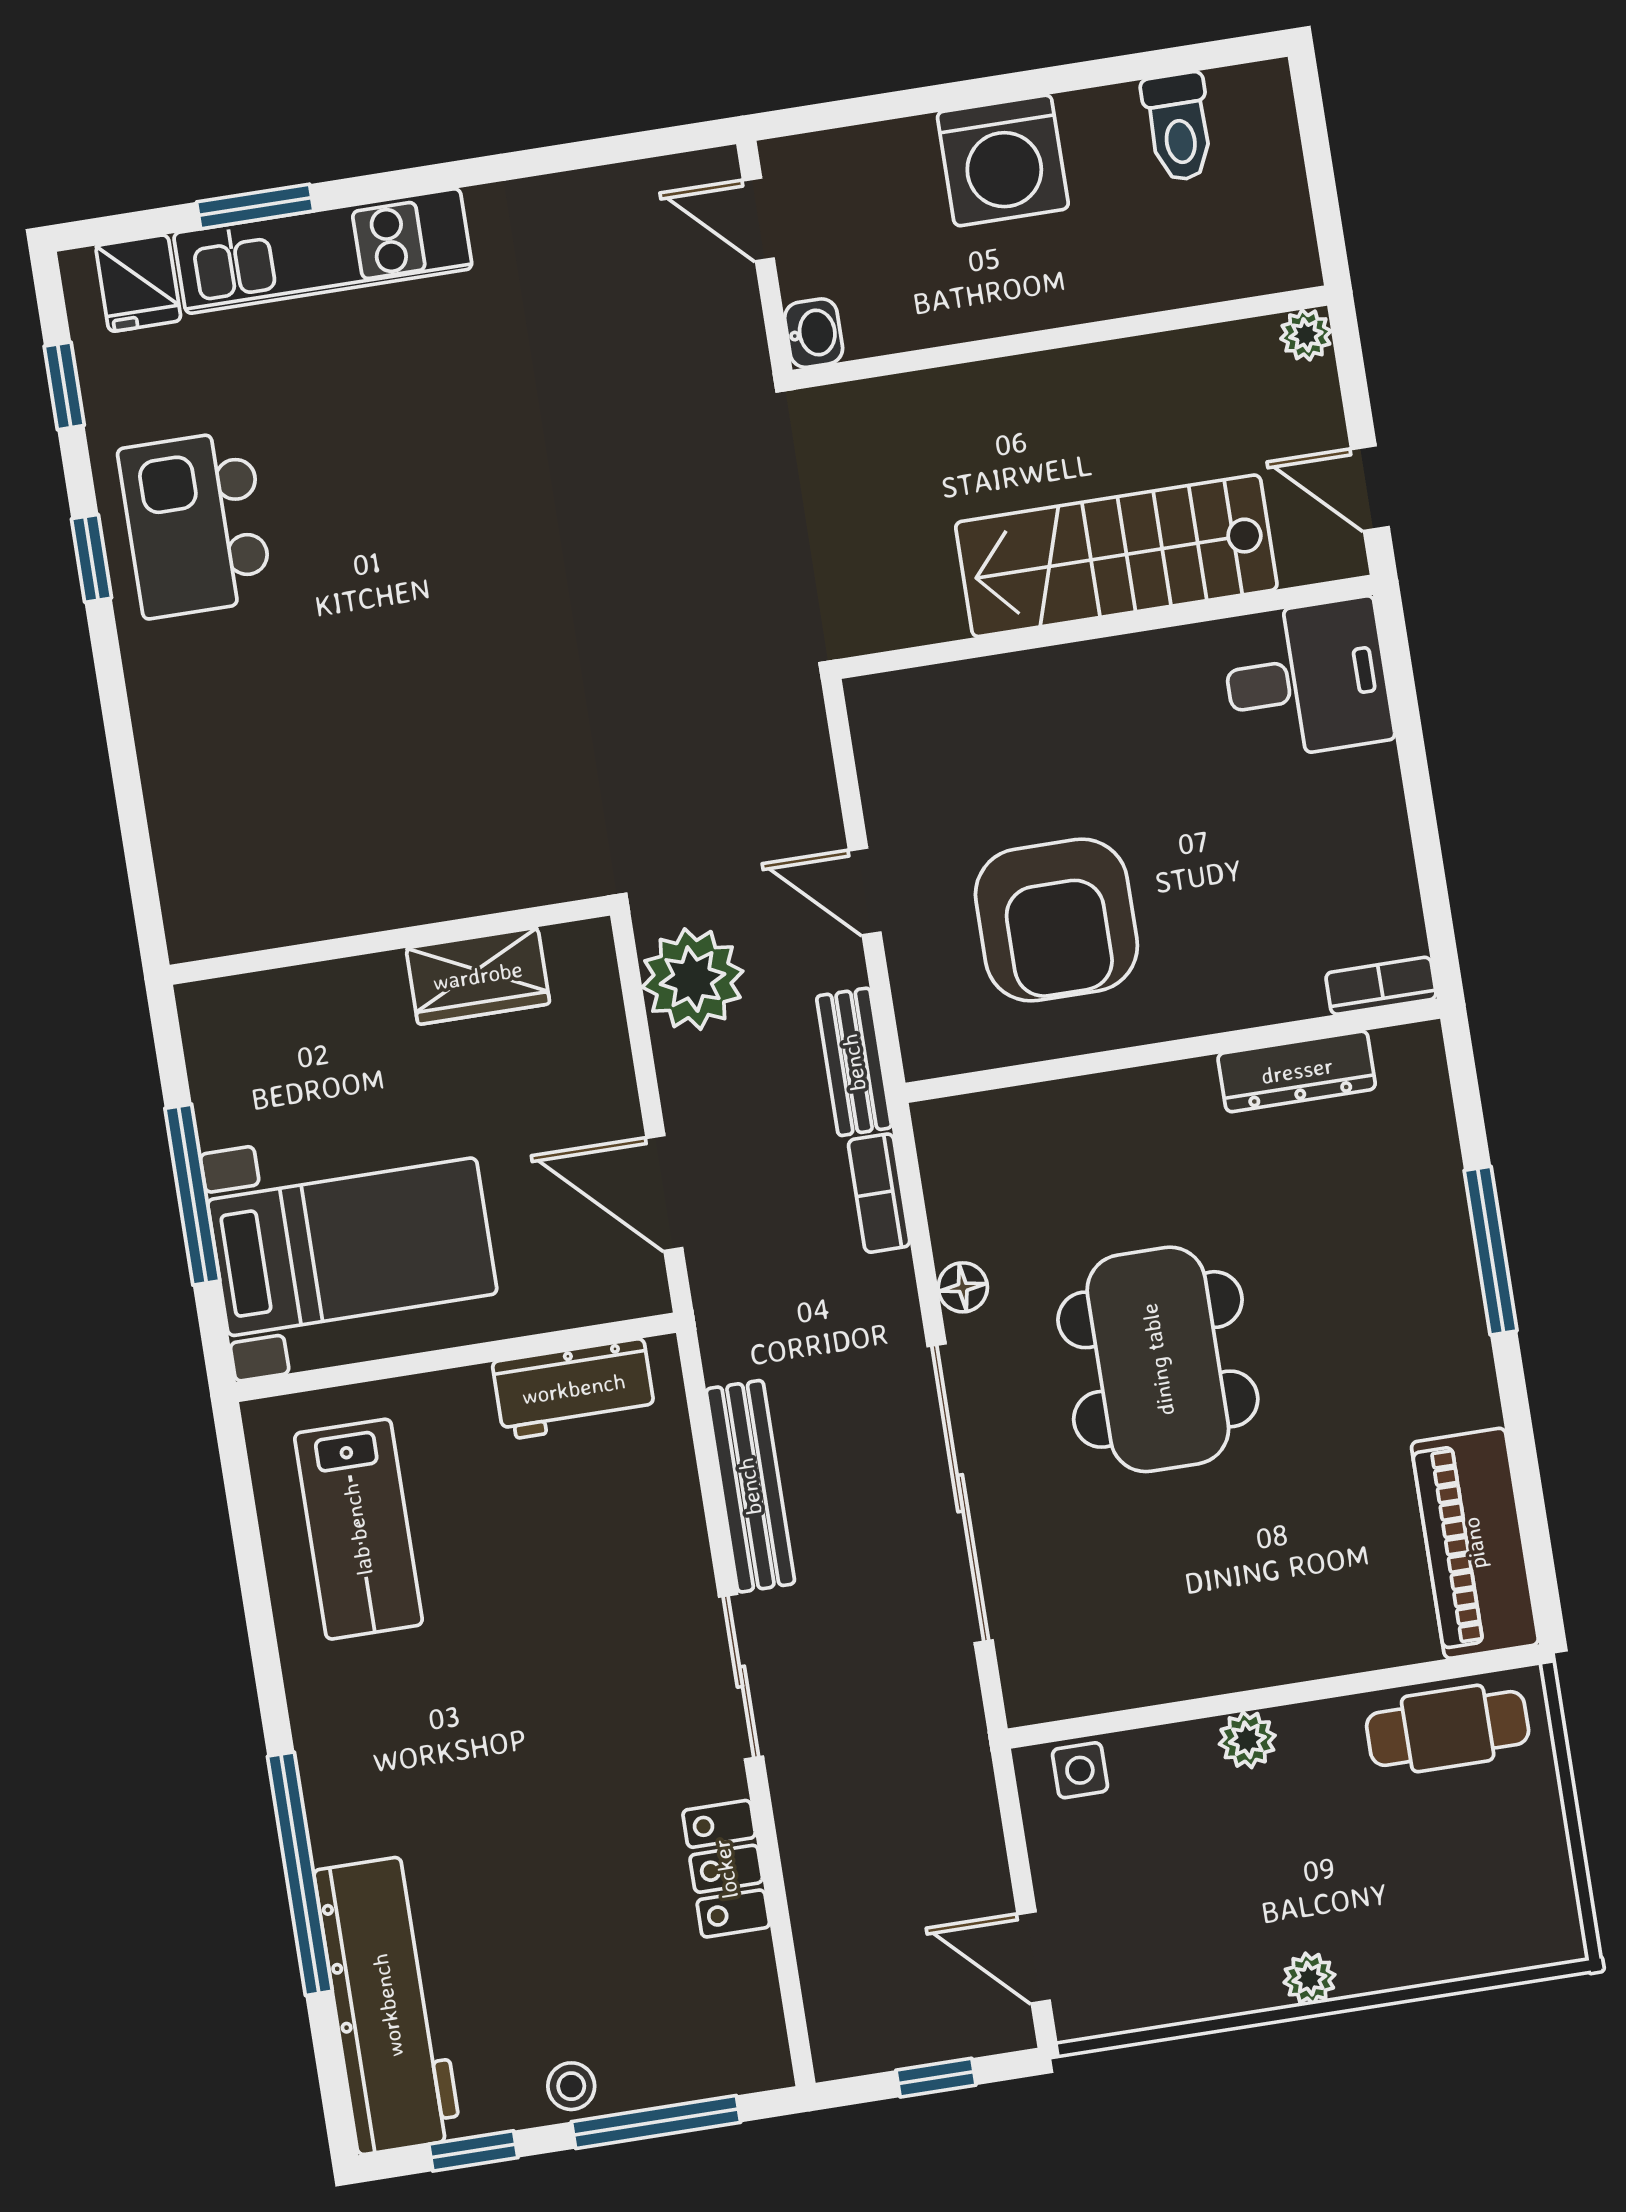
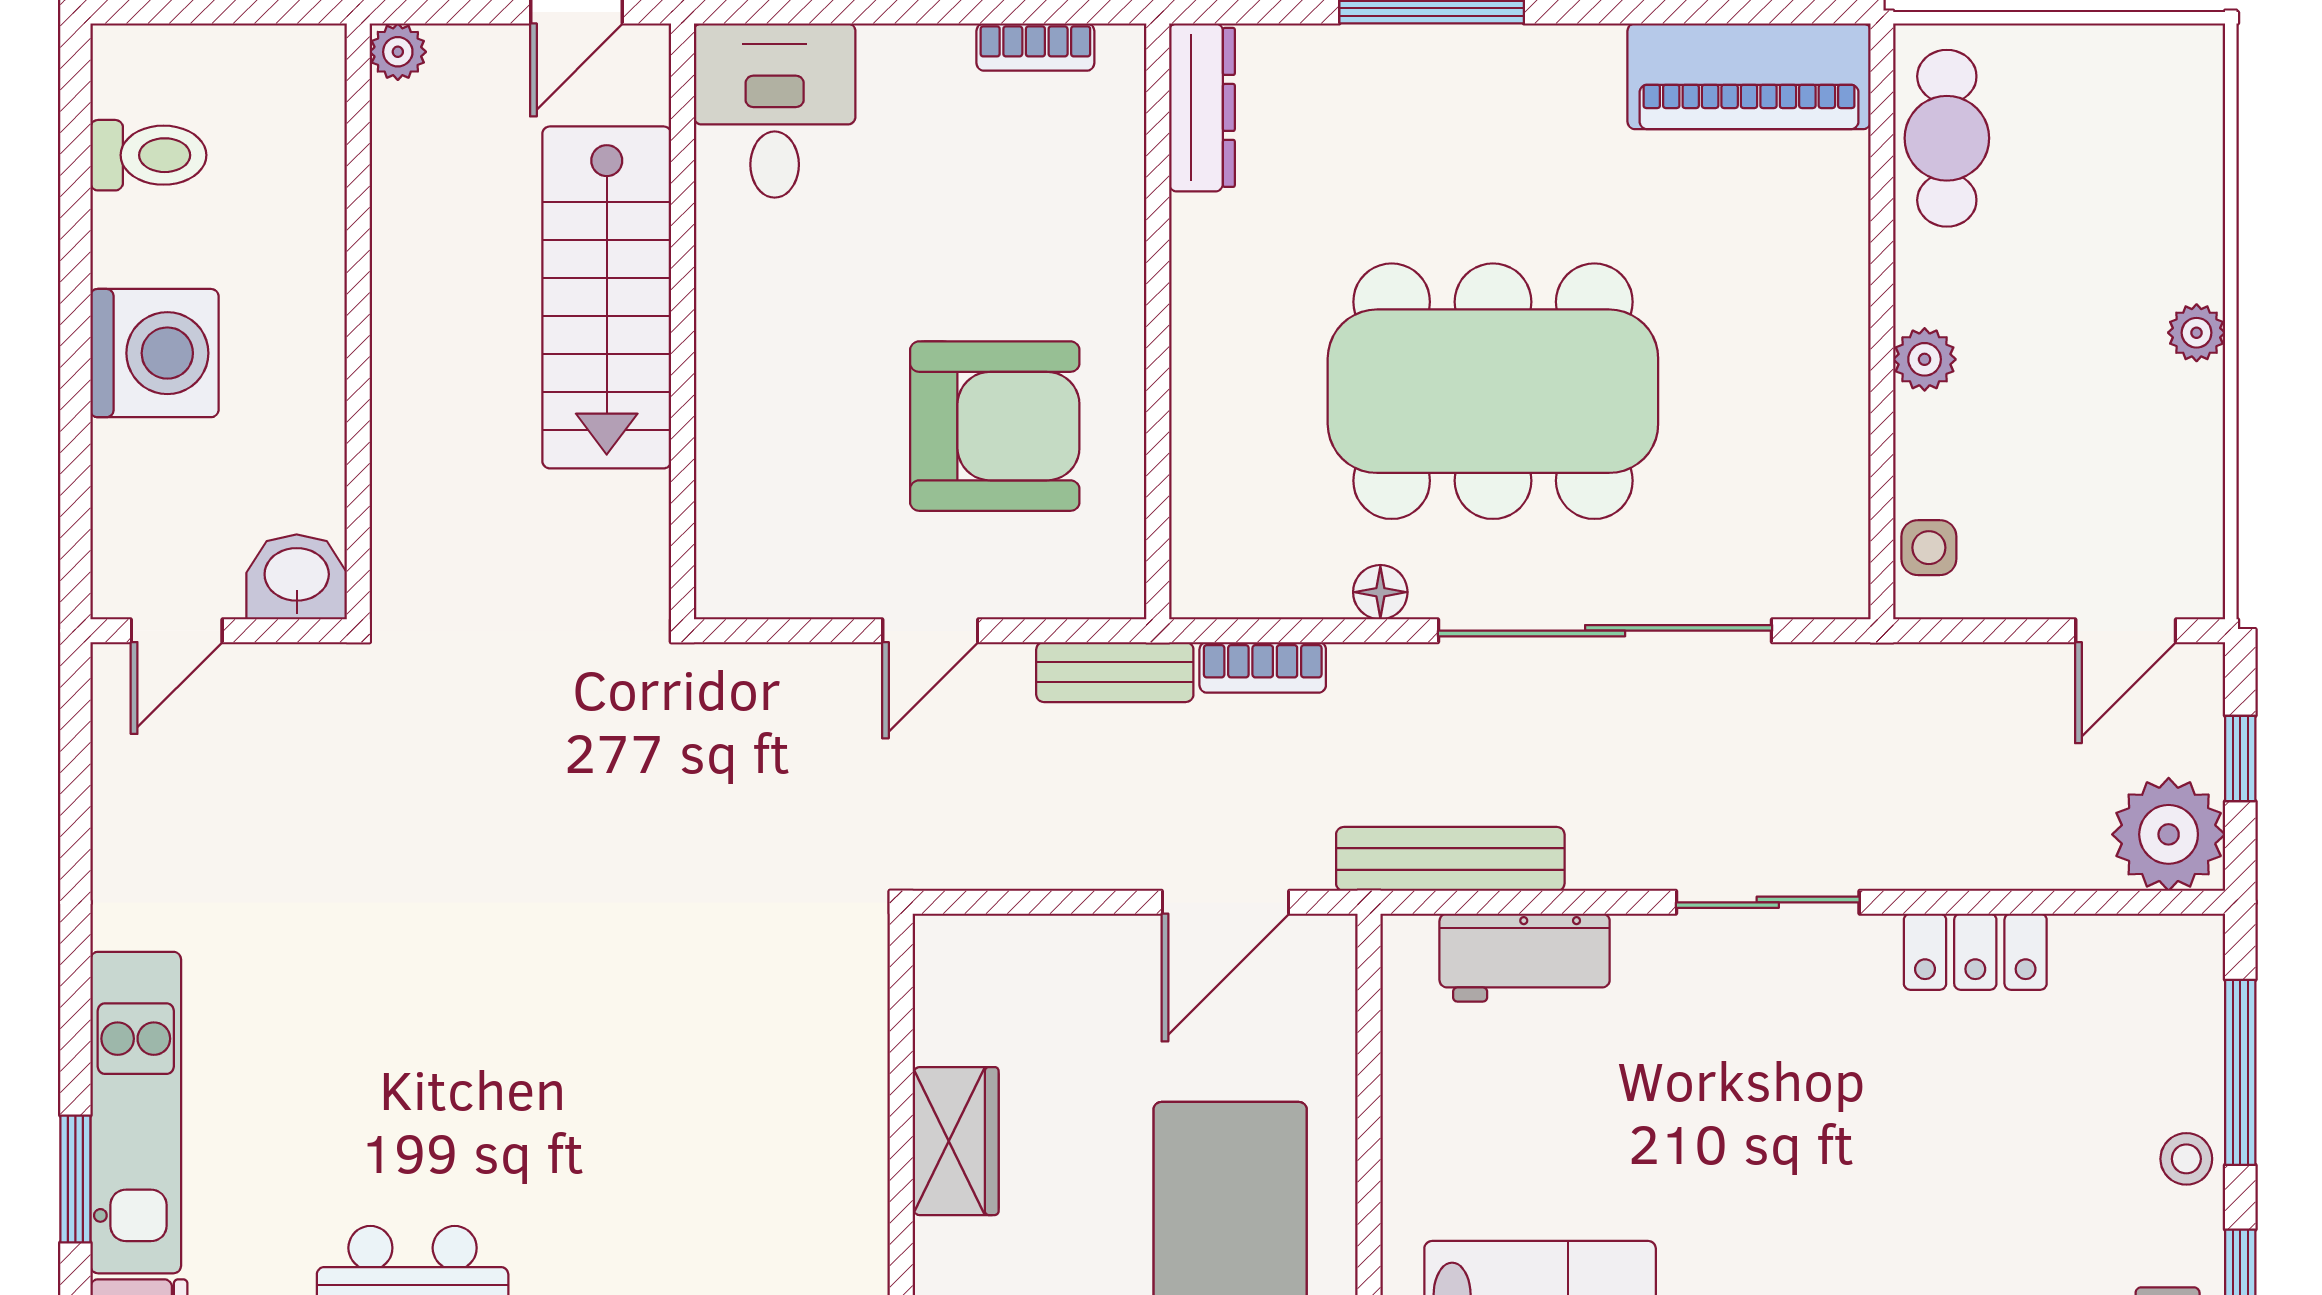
washbasin: (814, 333) -> (297, 577), width x1.38, depth x1.45
wardrobe: (478, 976) -> (956, 1141), moved
plant: (693, 979) -> (2169, 834), moved
bookcase: (1381, 986) -> (1035, 47), moved, turned -90
dresser: (1297, 1071) -> (1202, 107), moved
dining table: (1158, 1359) -> (1493, 391), width x1.36, depth x1.24
workbench: (574, 1389) -> (1525, 958), moved, turned 90
bench: (750, 1486) -> (1450, 859), moved

